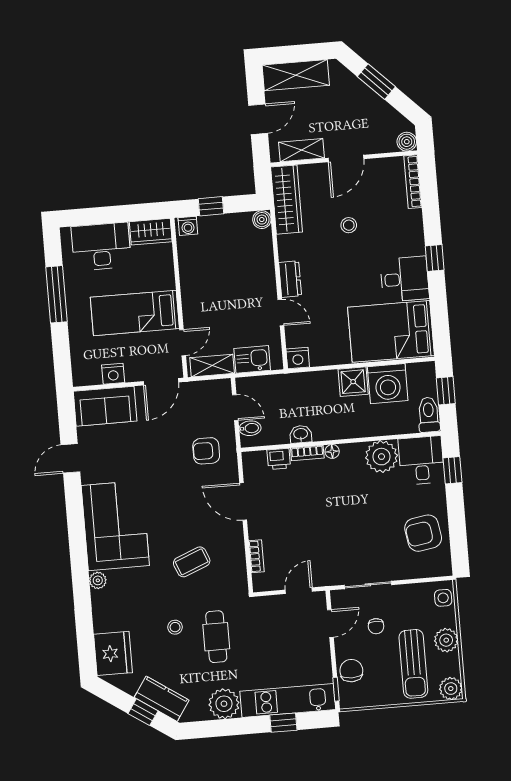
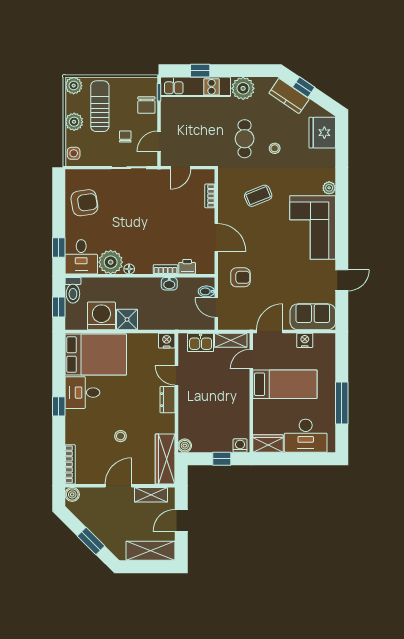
floor lamp: (332, 451) -> (129, 269), moved

